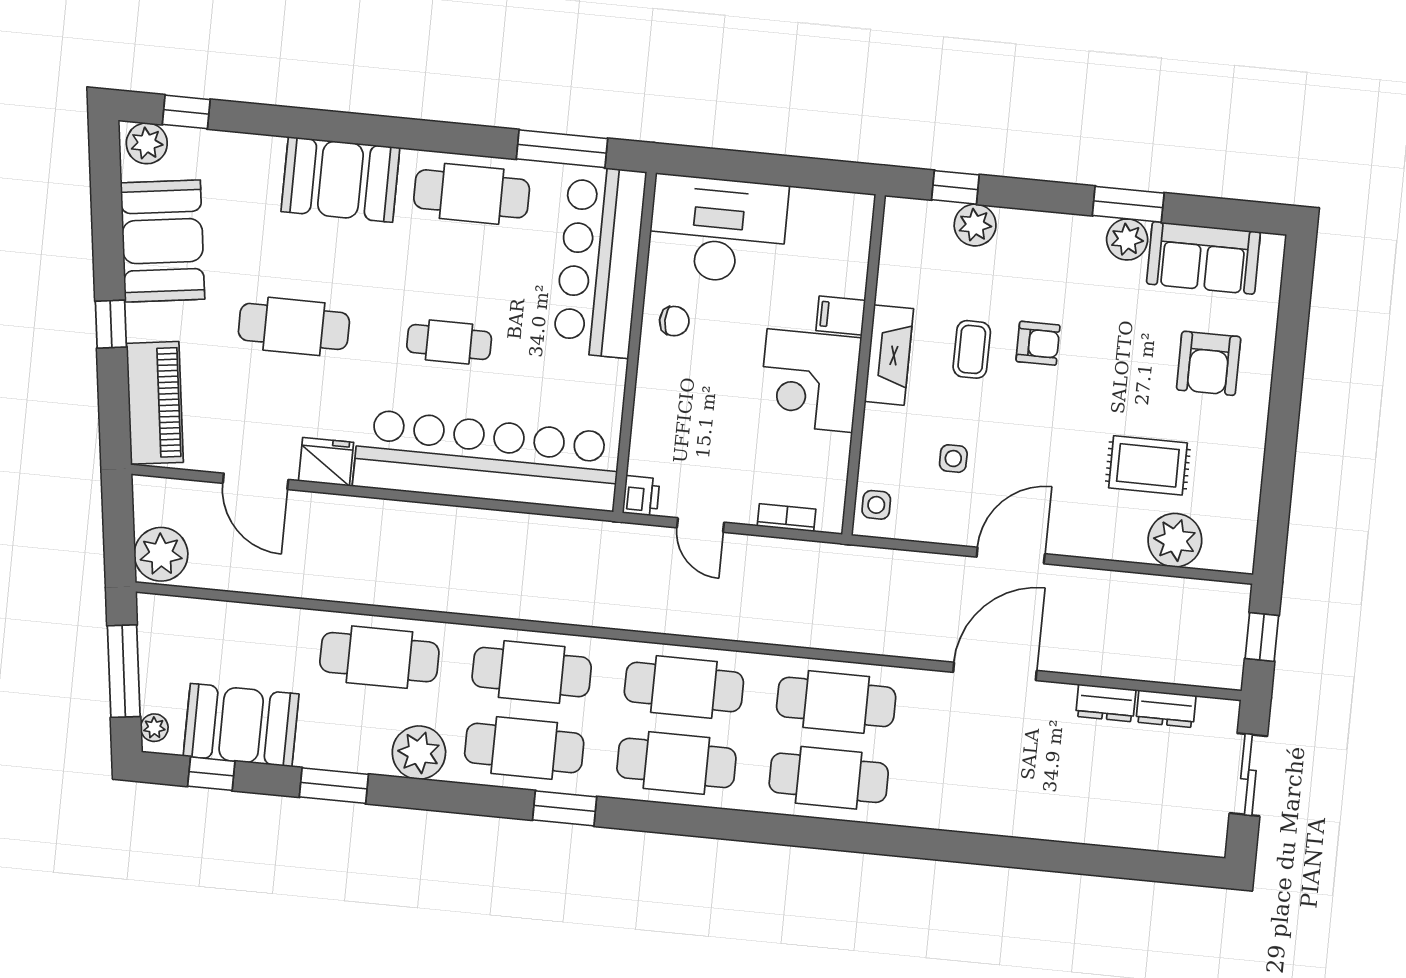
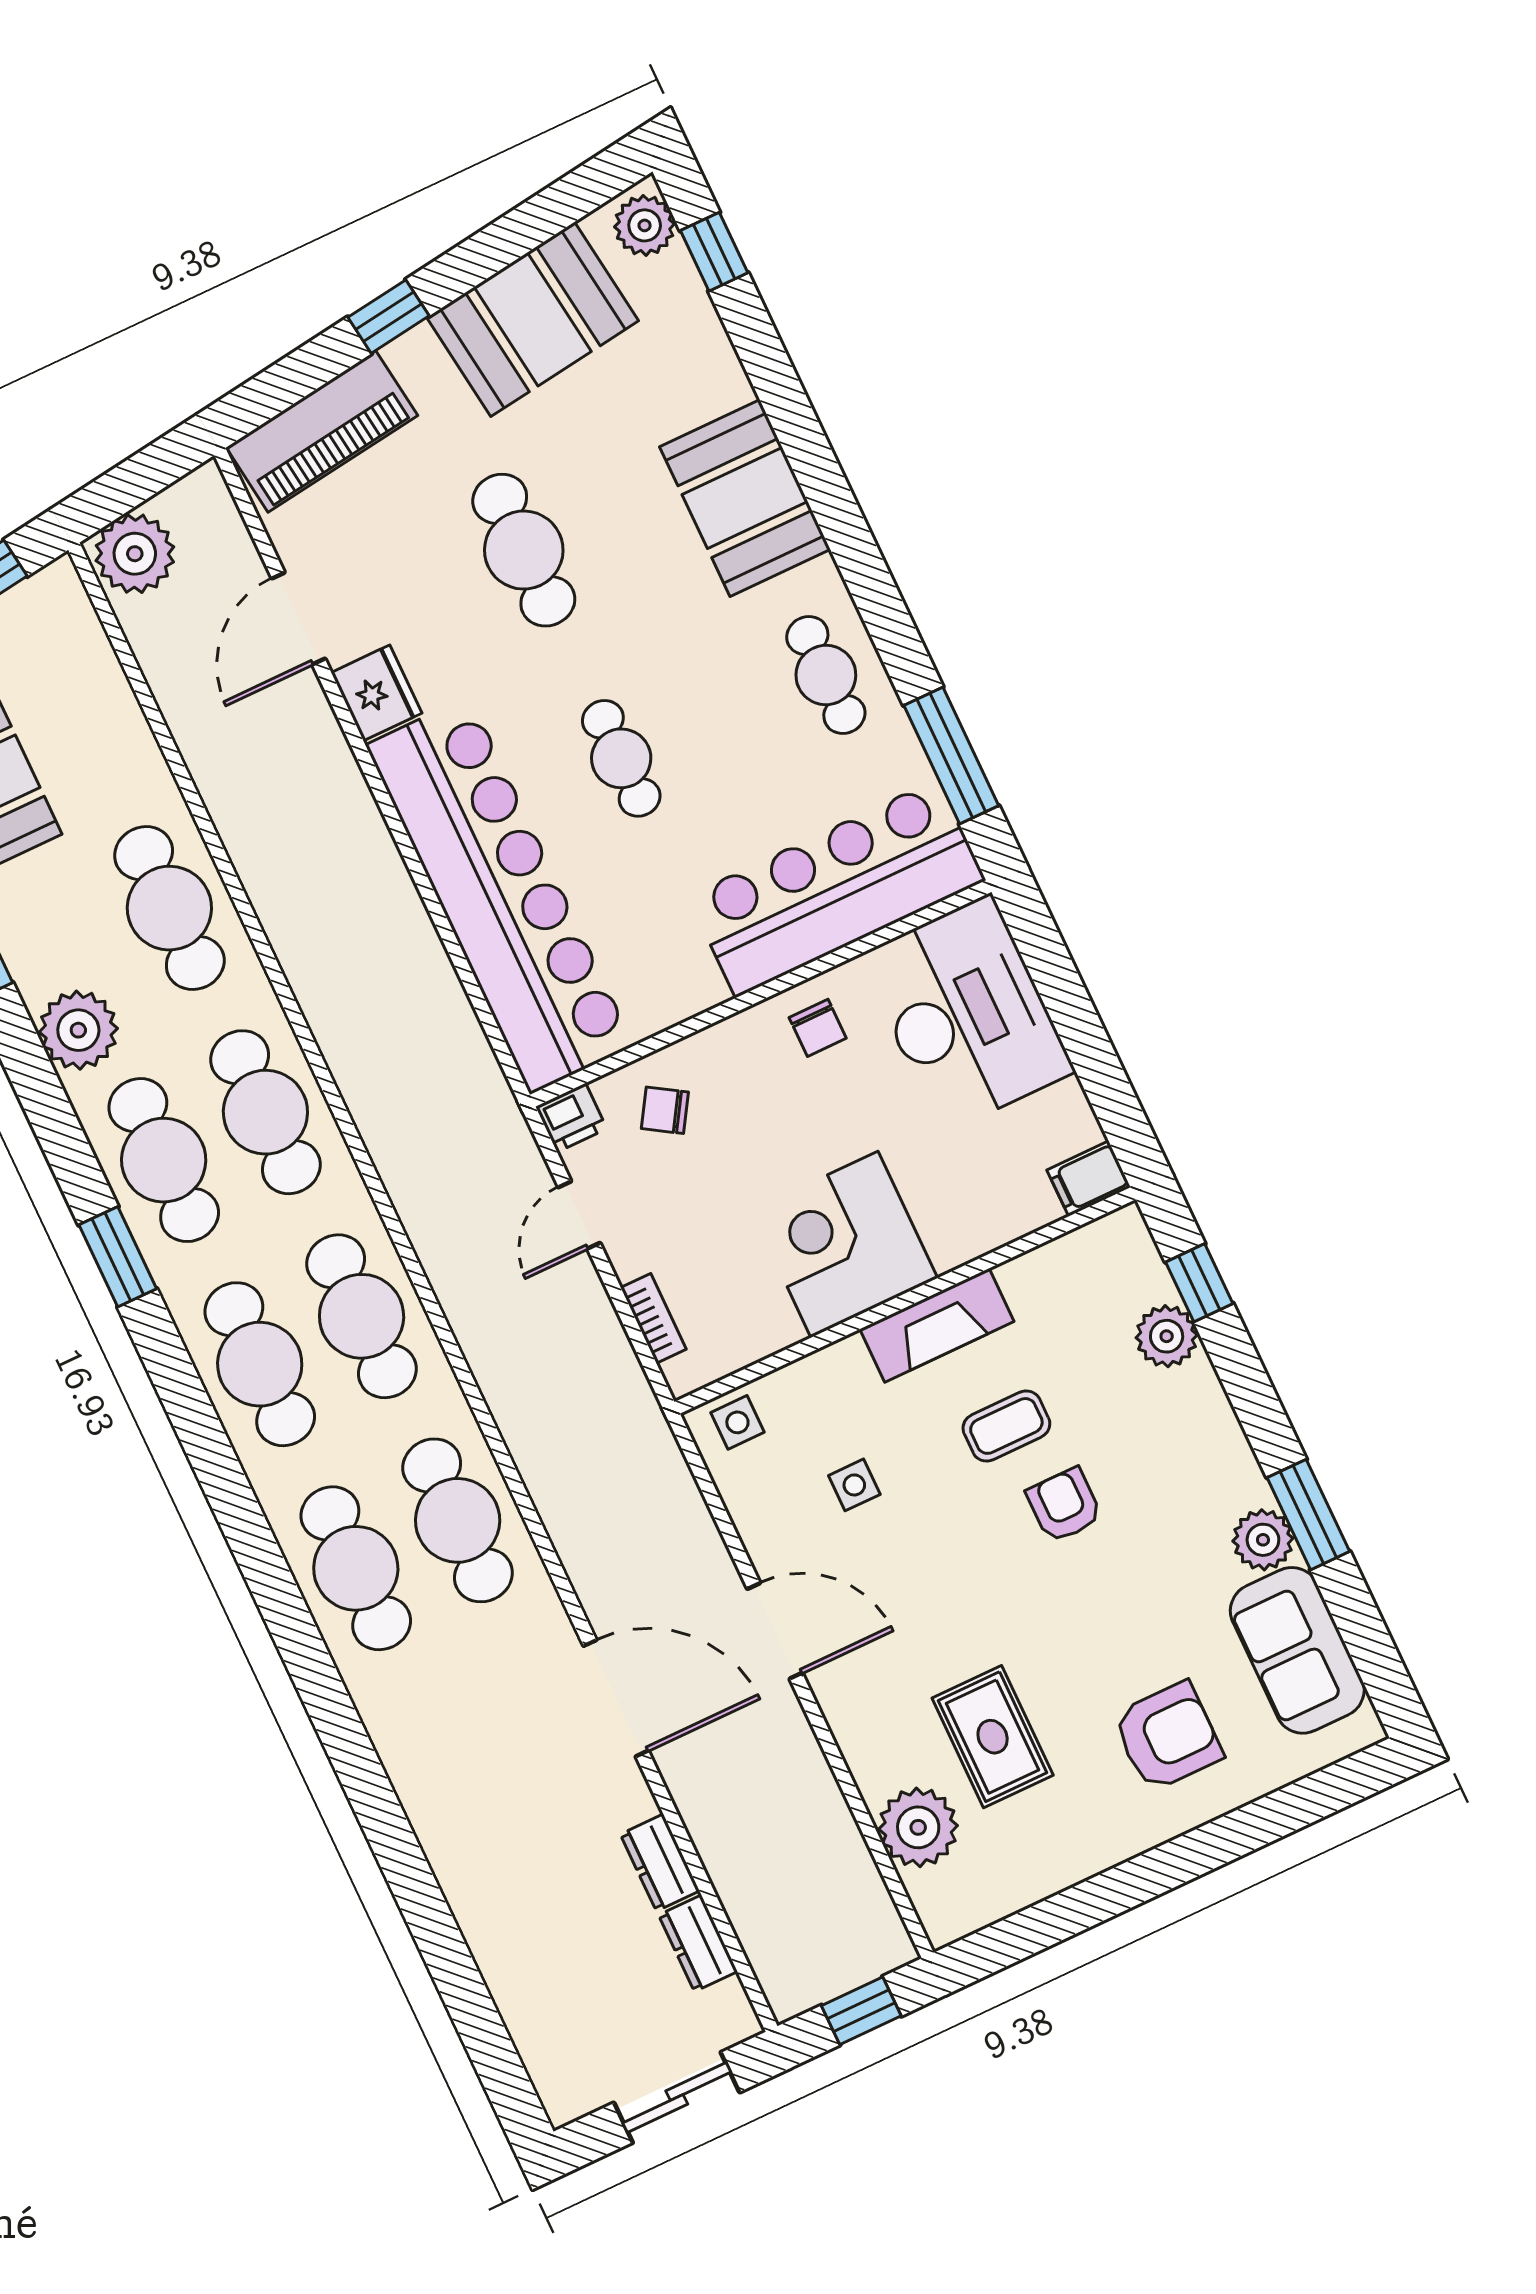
cafe table: (472, 194) -> (826, 675), width x0.73, depth x0.74
filing cabinet: (841, 315) -> (1089, 1179), moved, turned -90
armchair: (1038, 343) -> (1064, 1505), turned 180
armchair: (1209, 363) -> (1168, 1736), turned 180
chair: (669, 439) -> (665, 1110), added

